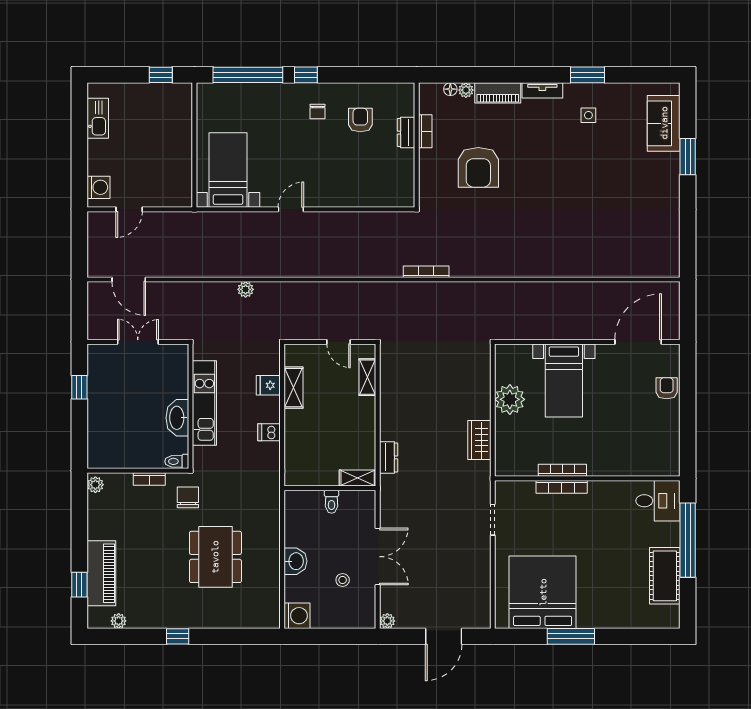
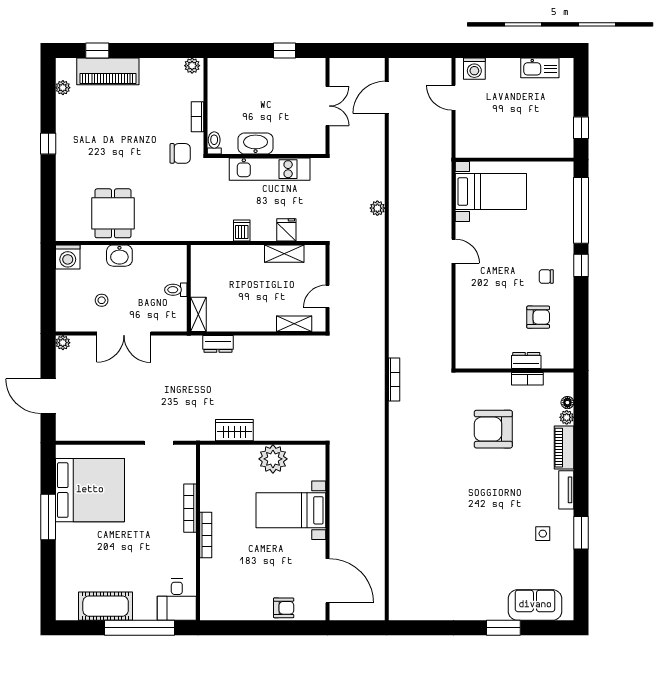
bookcase: (562, 470) -> (206, 535), moved
dining table: (215, 557) -> (113, 213), moved, width x0.73

